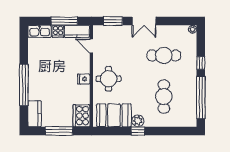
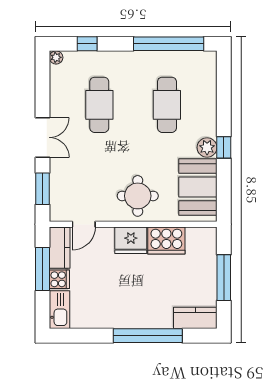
window: (201, 63) -> (87, 44), moved
fridge: (84, 79) -> (131, 240), width x1.88, depth x1.34
cafe table: (164, 97) -> (167, 105), turned 90
cooker: (82, 116) -> (166, 240), moved

